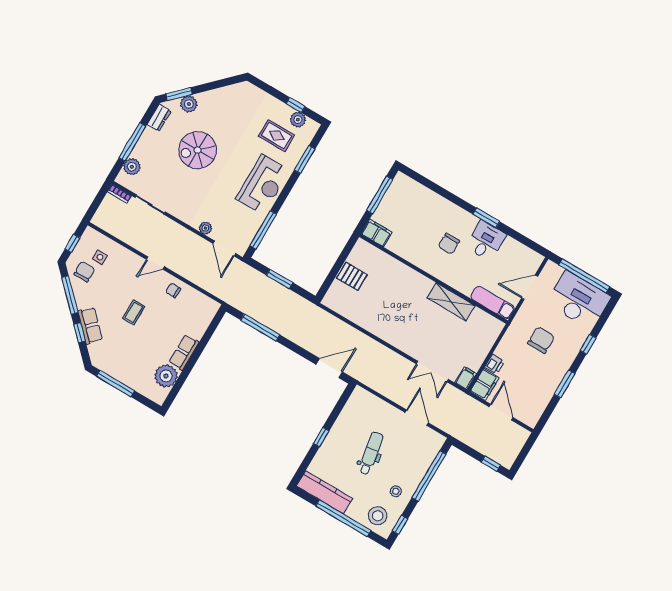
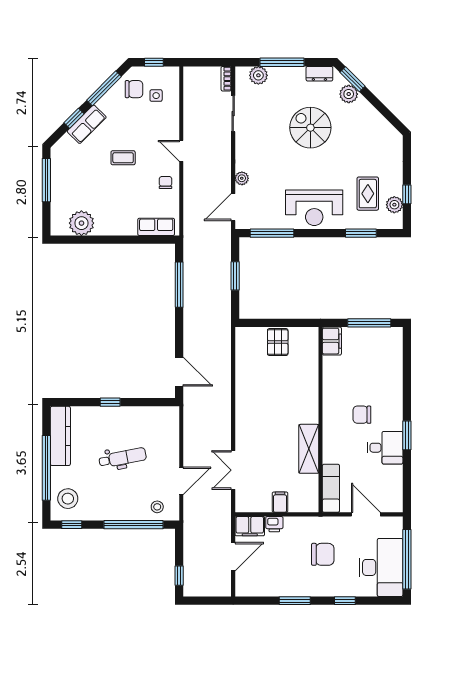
row of seats: (184, 352) -> (156, 227), moved
filing cabinet: (466, 378) -> (280, 502), moved, turned -90
stool: (396, 491) -> (157, 507), moved

